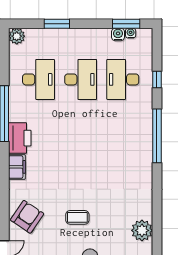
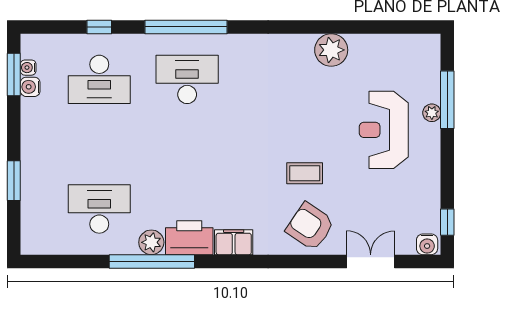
plant: (17, 36) -> (151, 242), moved
desk: (81, 79) -> (187, 79), moved
coffee table: (77, 217) -> (305, 173), moved, turned 90

